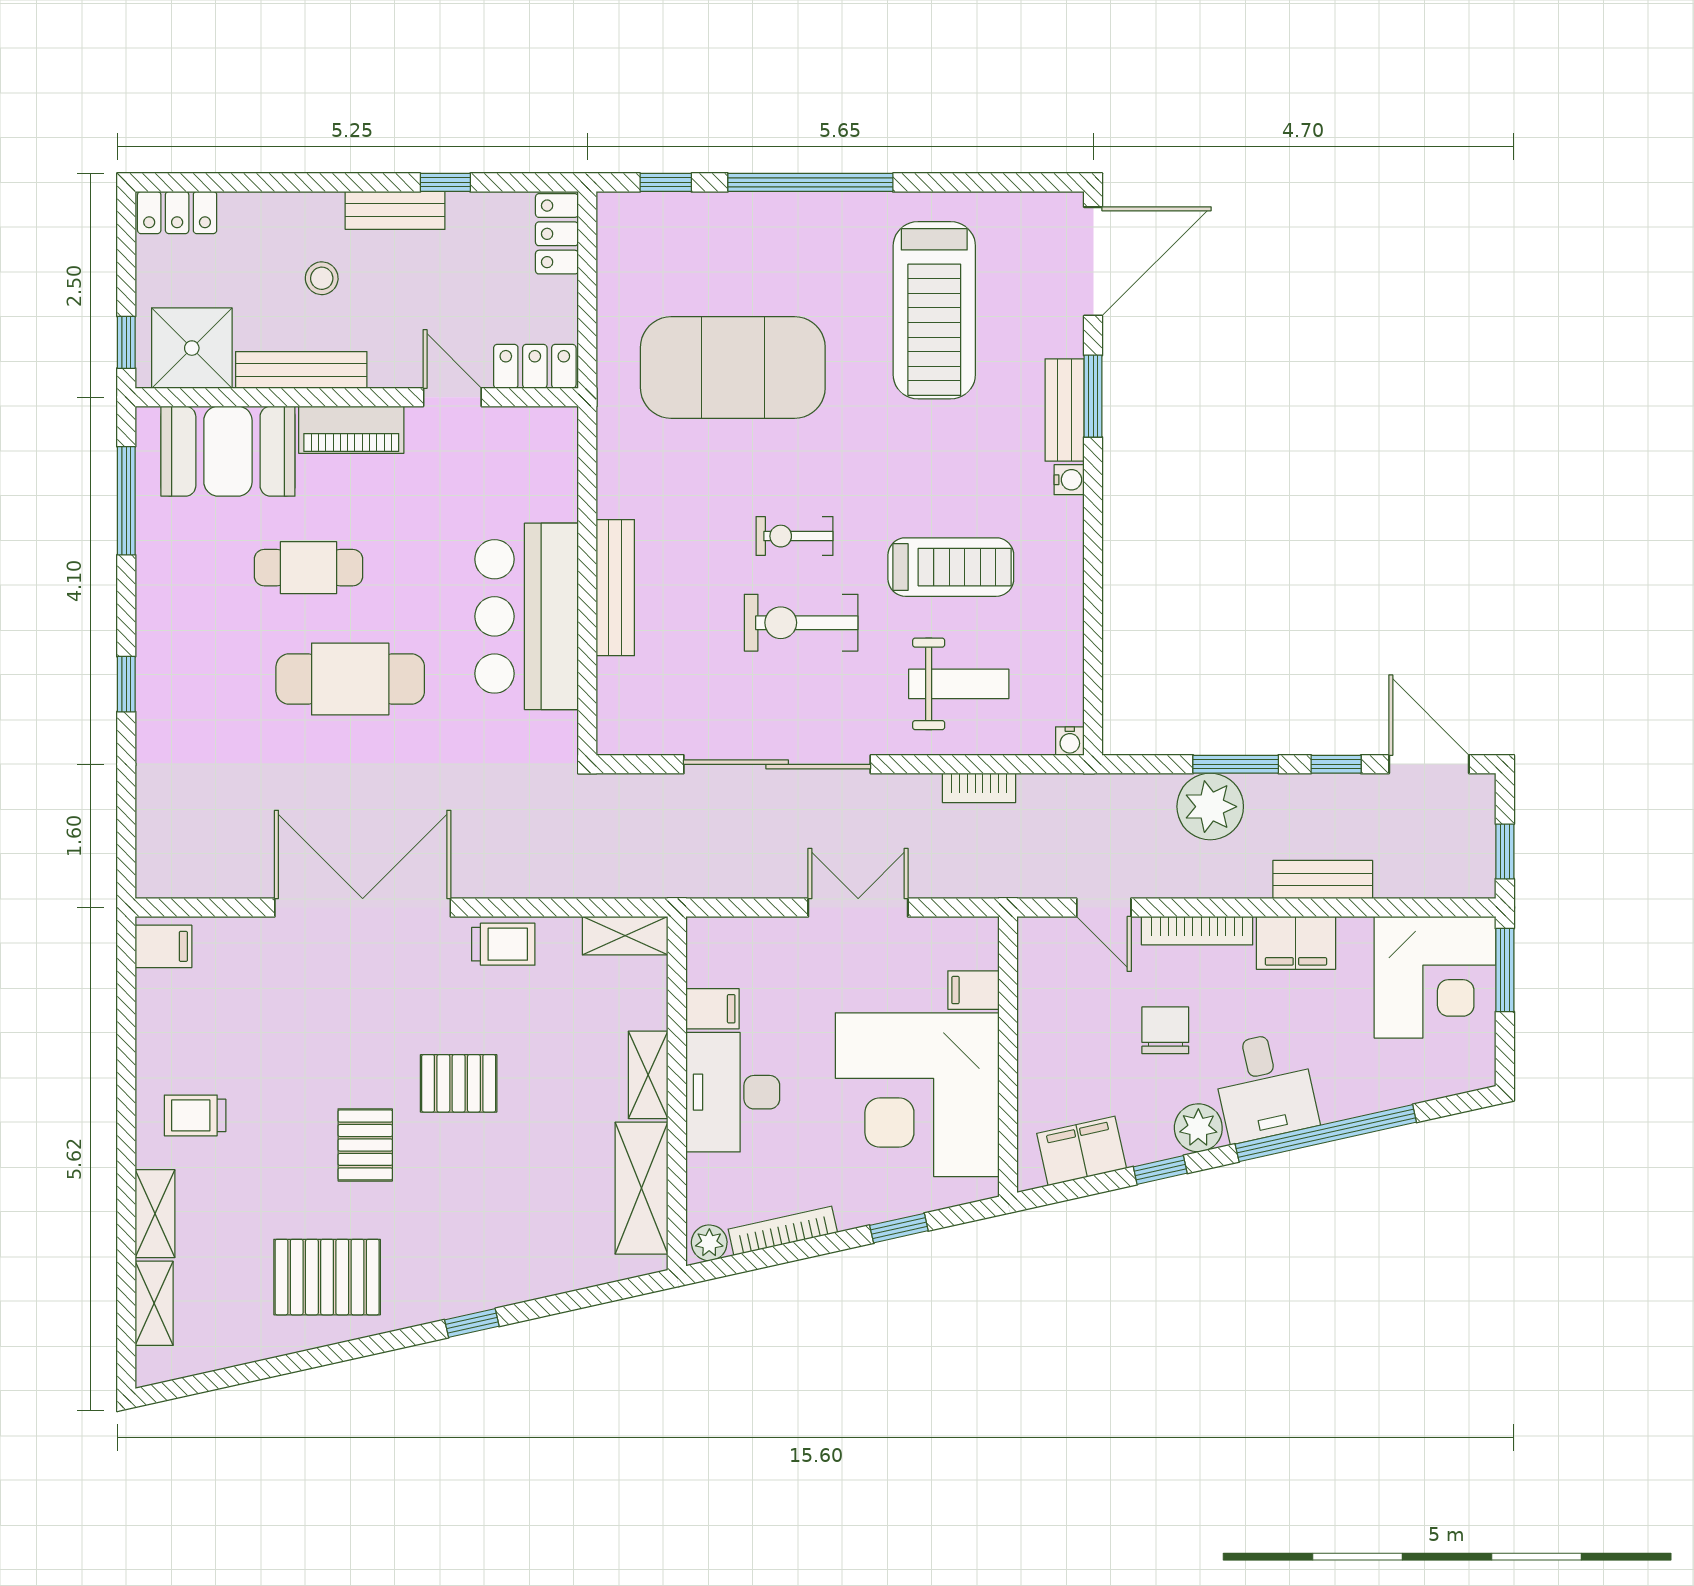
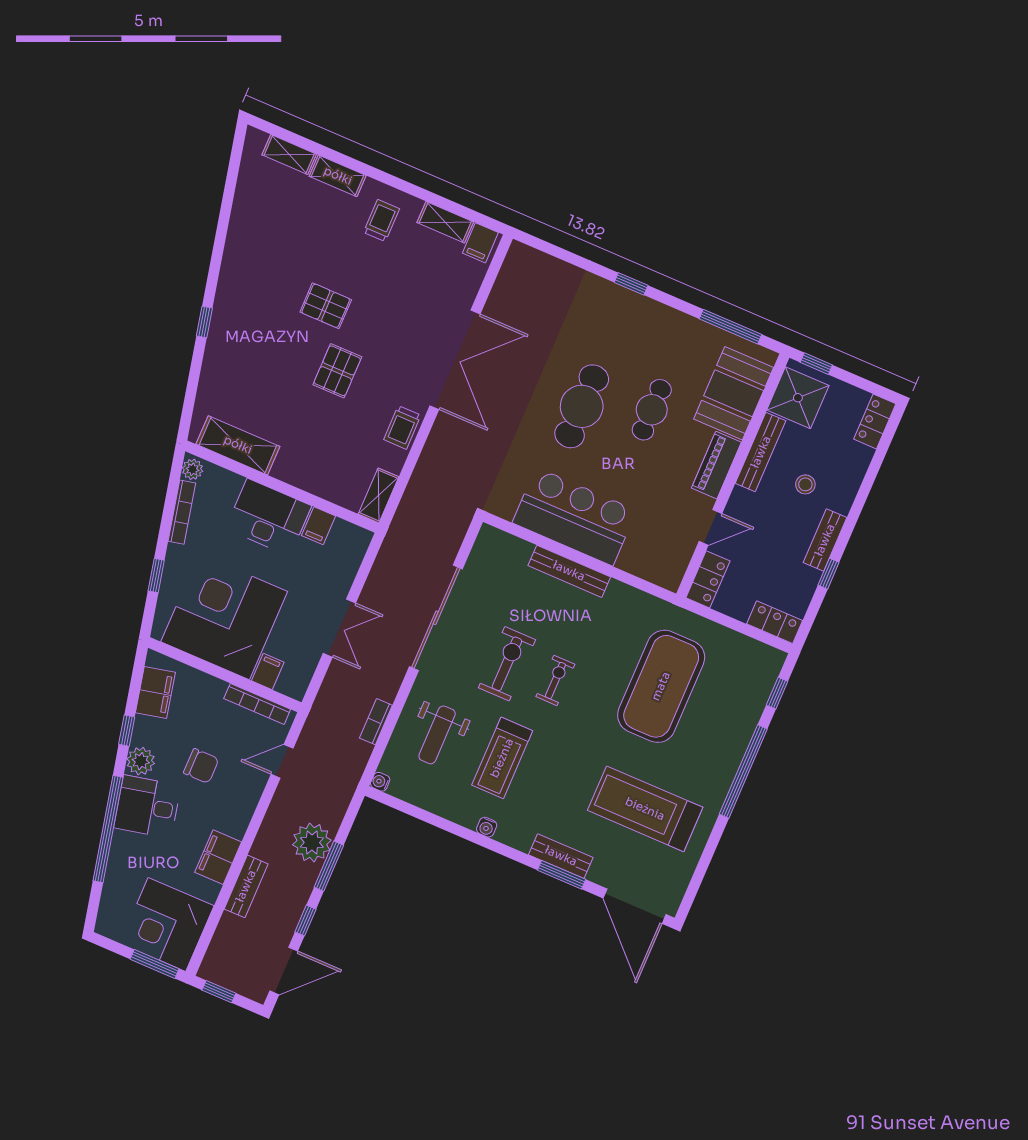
water cooler: (1069, 480) -> (487, 827), moved
bookcase: (1197, 931) -> (257, 704), moved, turned -90
shelving: (648, 1075) -> (445, 222), moved
pallet: (327, 1277) -> (263, 254), removed

